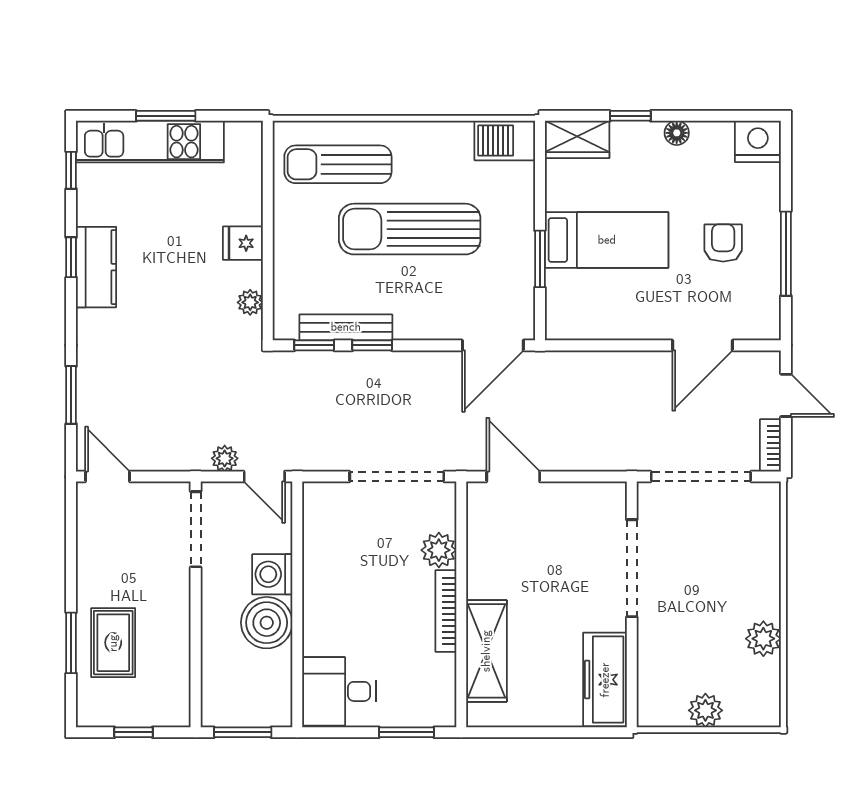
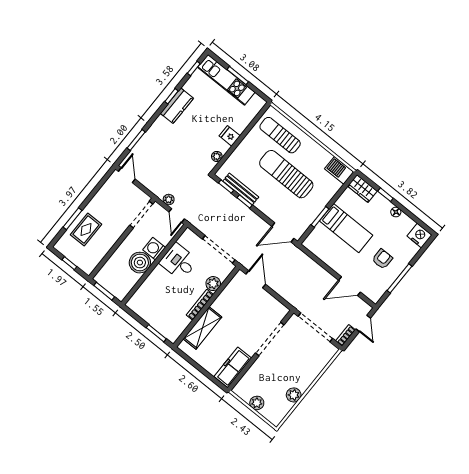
desk: (339, 691) -> (179, 262), moved

